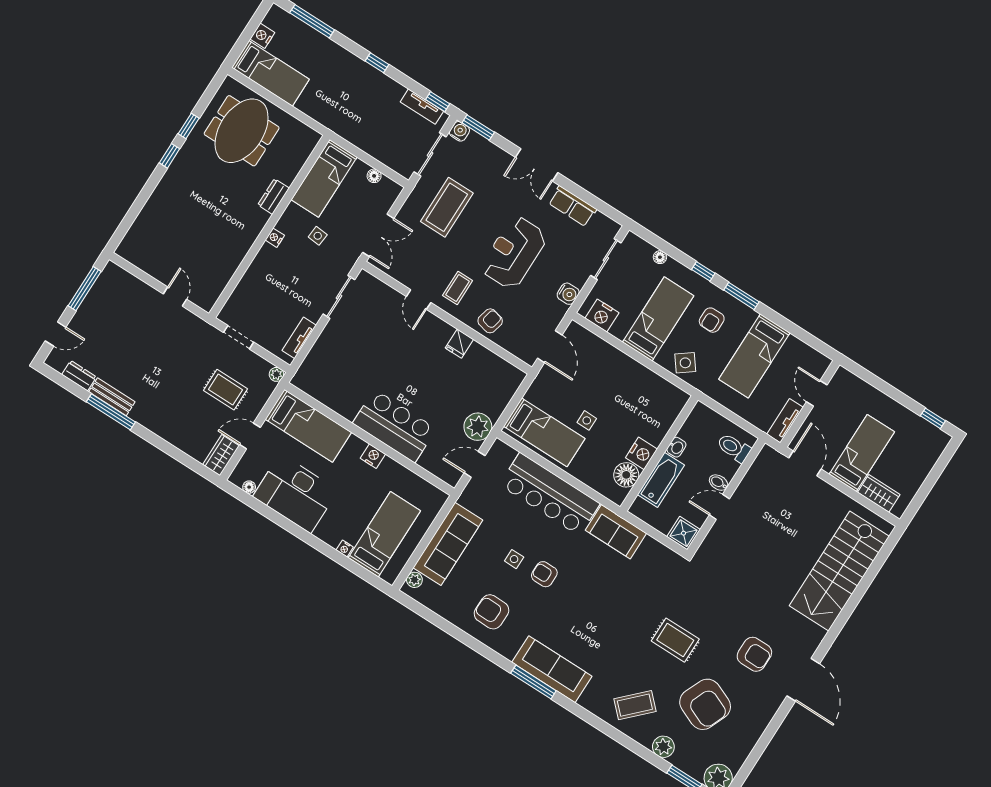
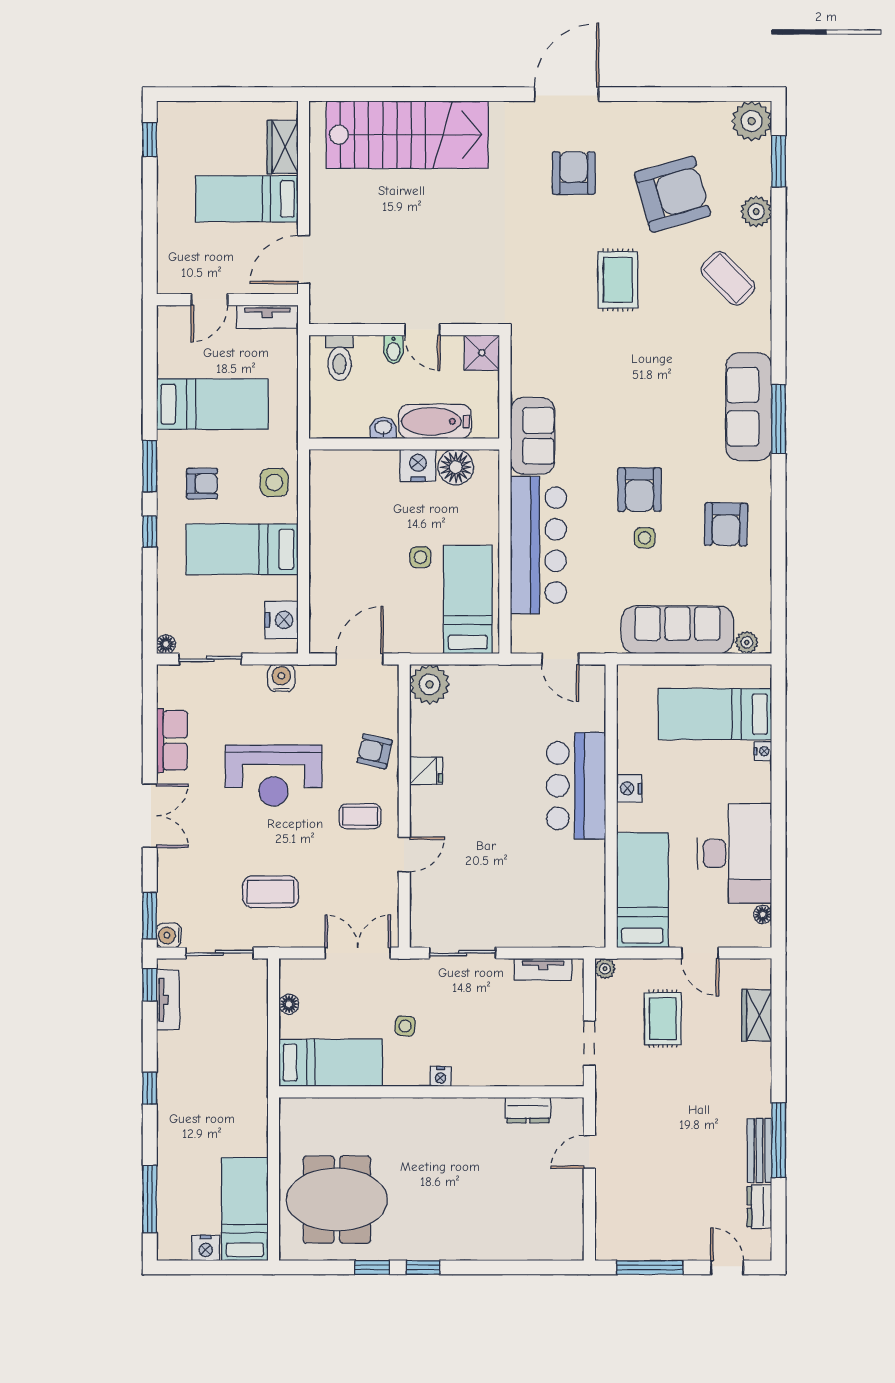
dresser: (273, 196) -> (528, 1110), moved
coffee table: (447, 207) -> (271, 892), width x0.73, depth x0.76
floor lamp: (660, 257) -> (166, 644), moved
side table: (685, 363) -> (274, 482), turned 37
plant: (478, 427) -> (430, 684), moved
wardrobe: (221, 455) -> (757, 1015), moved, turned 90
armchair: (544, 574) -> (639, 489), width x1.38, depth x1.38
armchair: (705, 704) -> (673, 194), turned 51

